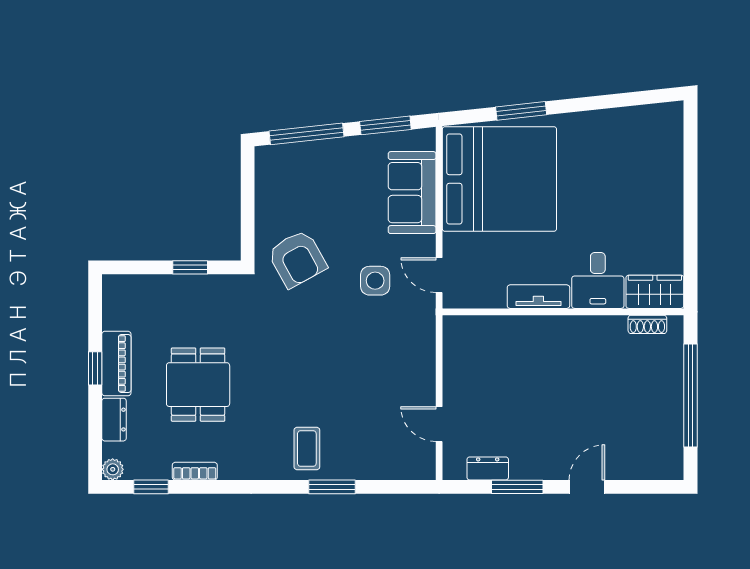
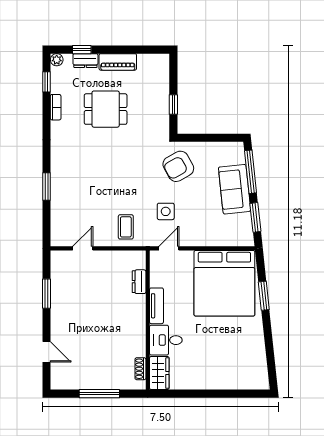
sofa: (412, 193) -> (235, 189), moved, turned -96
window: (95, 368) -> (82, 50), moved
window: (690, 395) -> (99, 394), width x0.68
coffee table: (307, 448) -> (126, 227), moved, turned 90
dresser: (488, 468) -> (139, 282), moved, turned 180
door: (587, 487) -> (47, 352), moved

